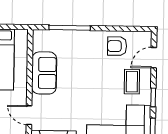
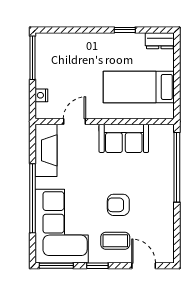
window: (70, 28) -> (177, 167), width x1.46
armchair: (117, 46) -> (118, 205), moved, turned -90

